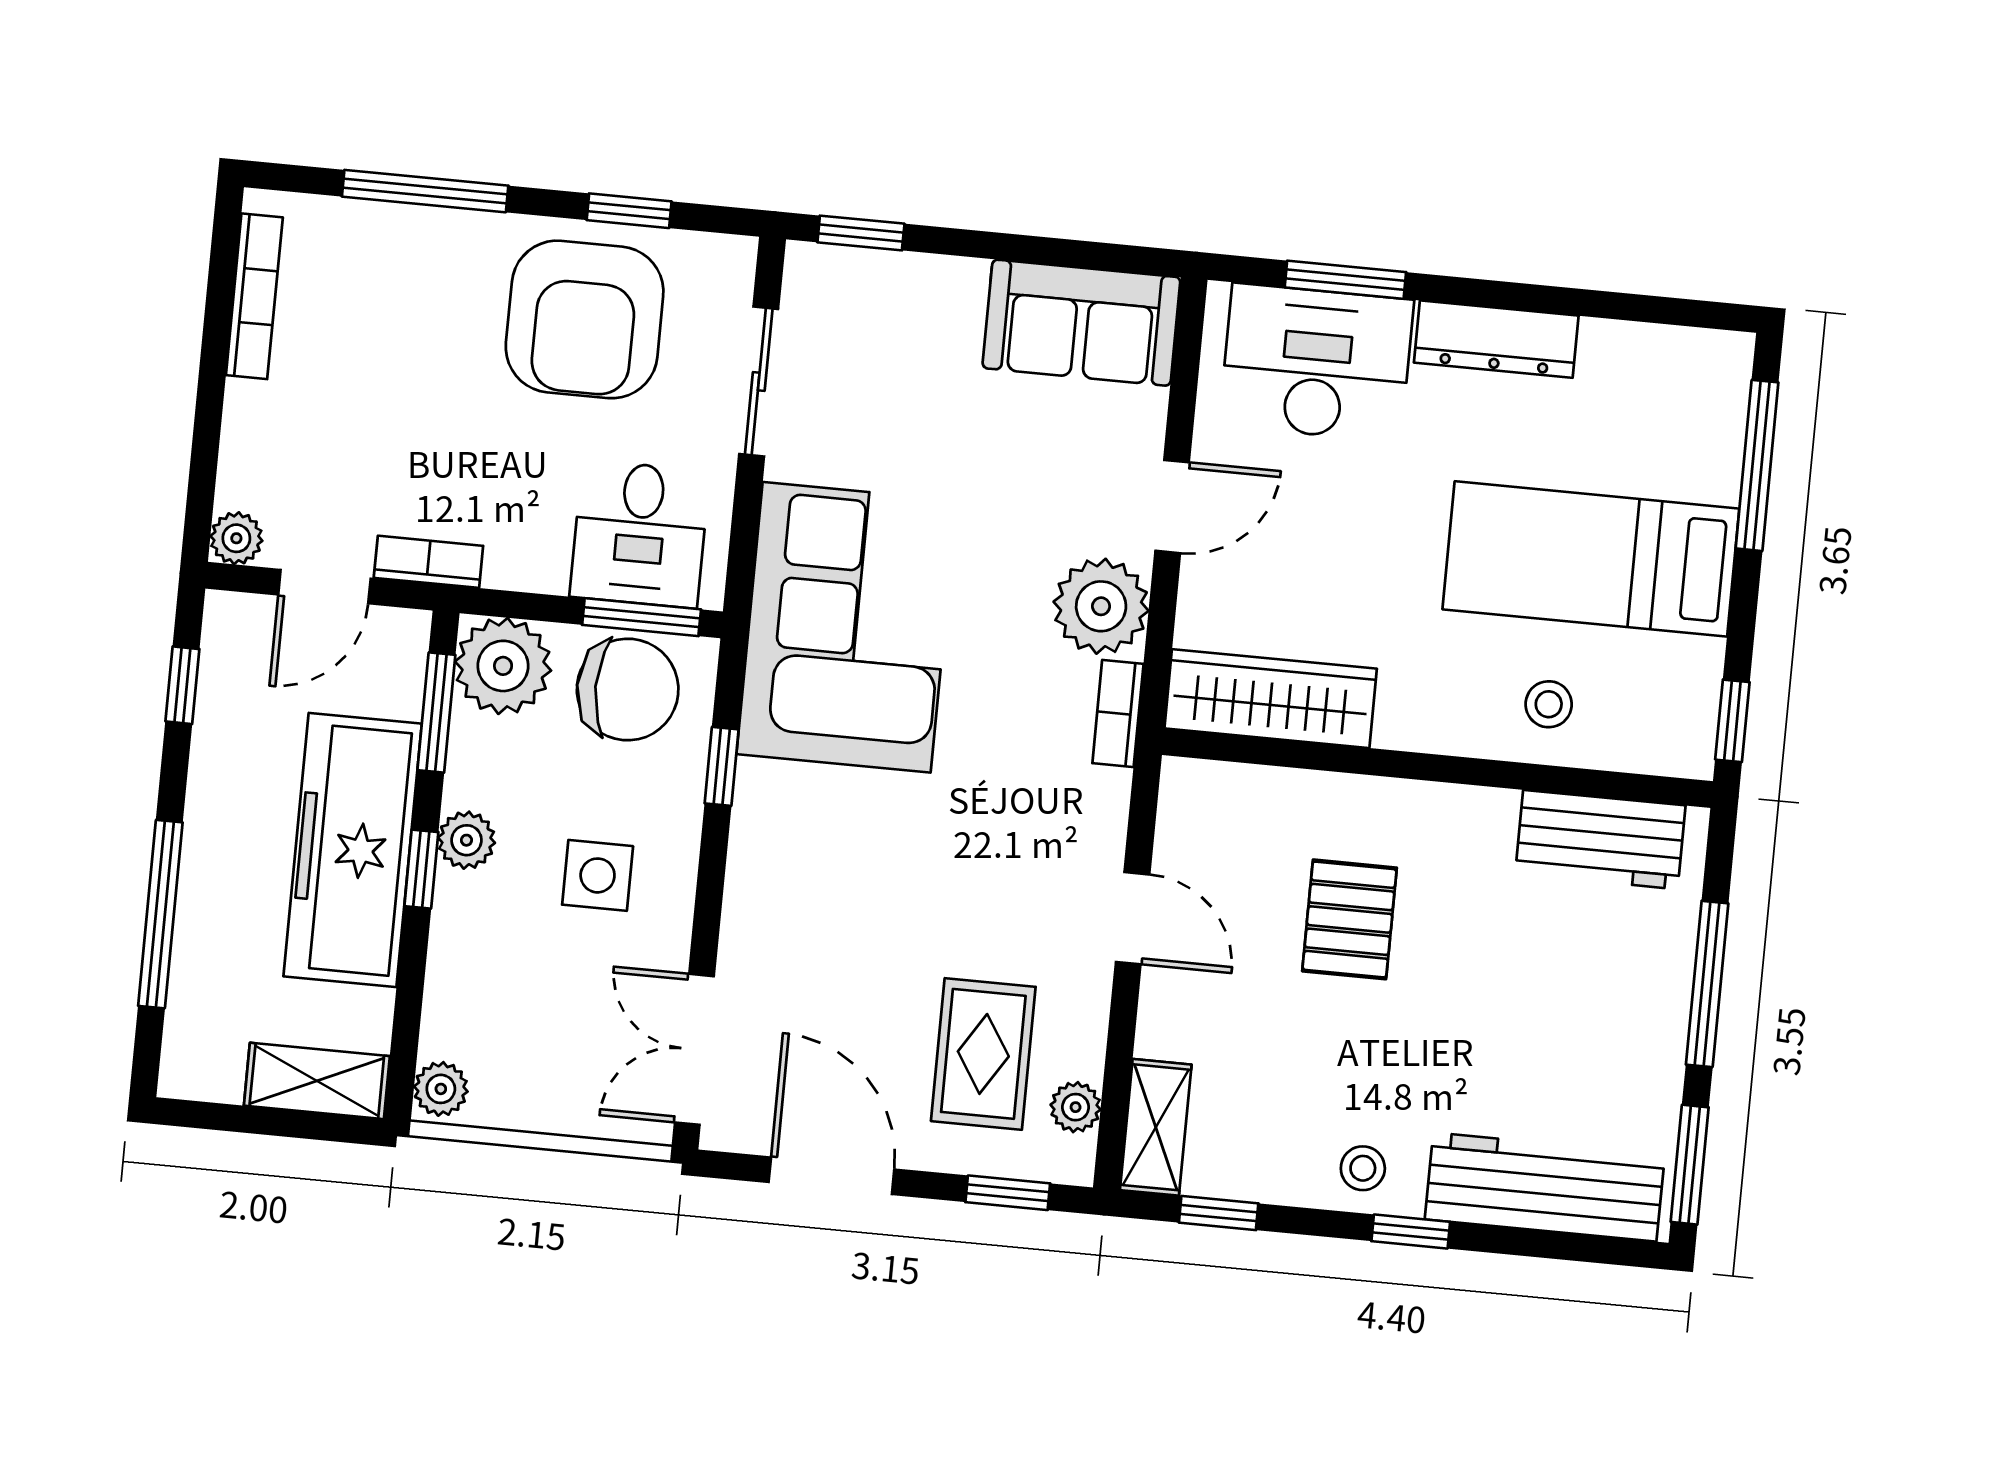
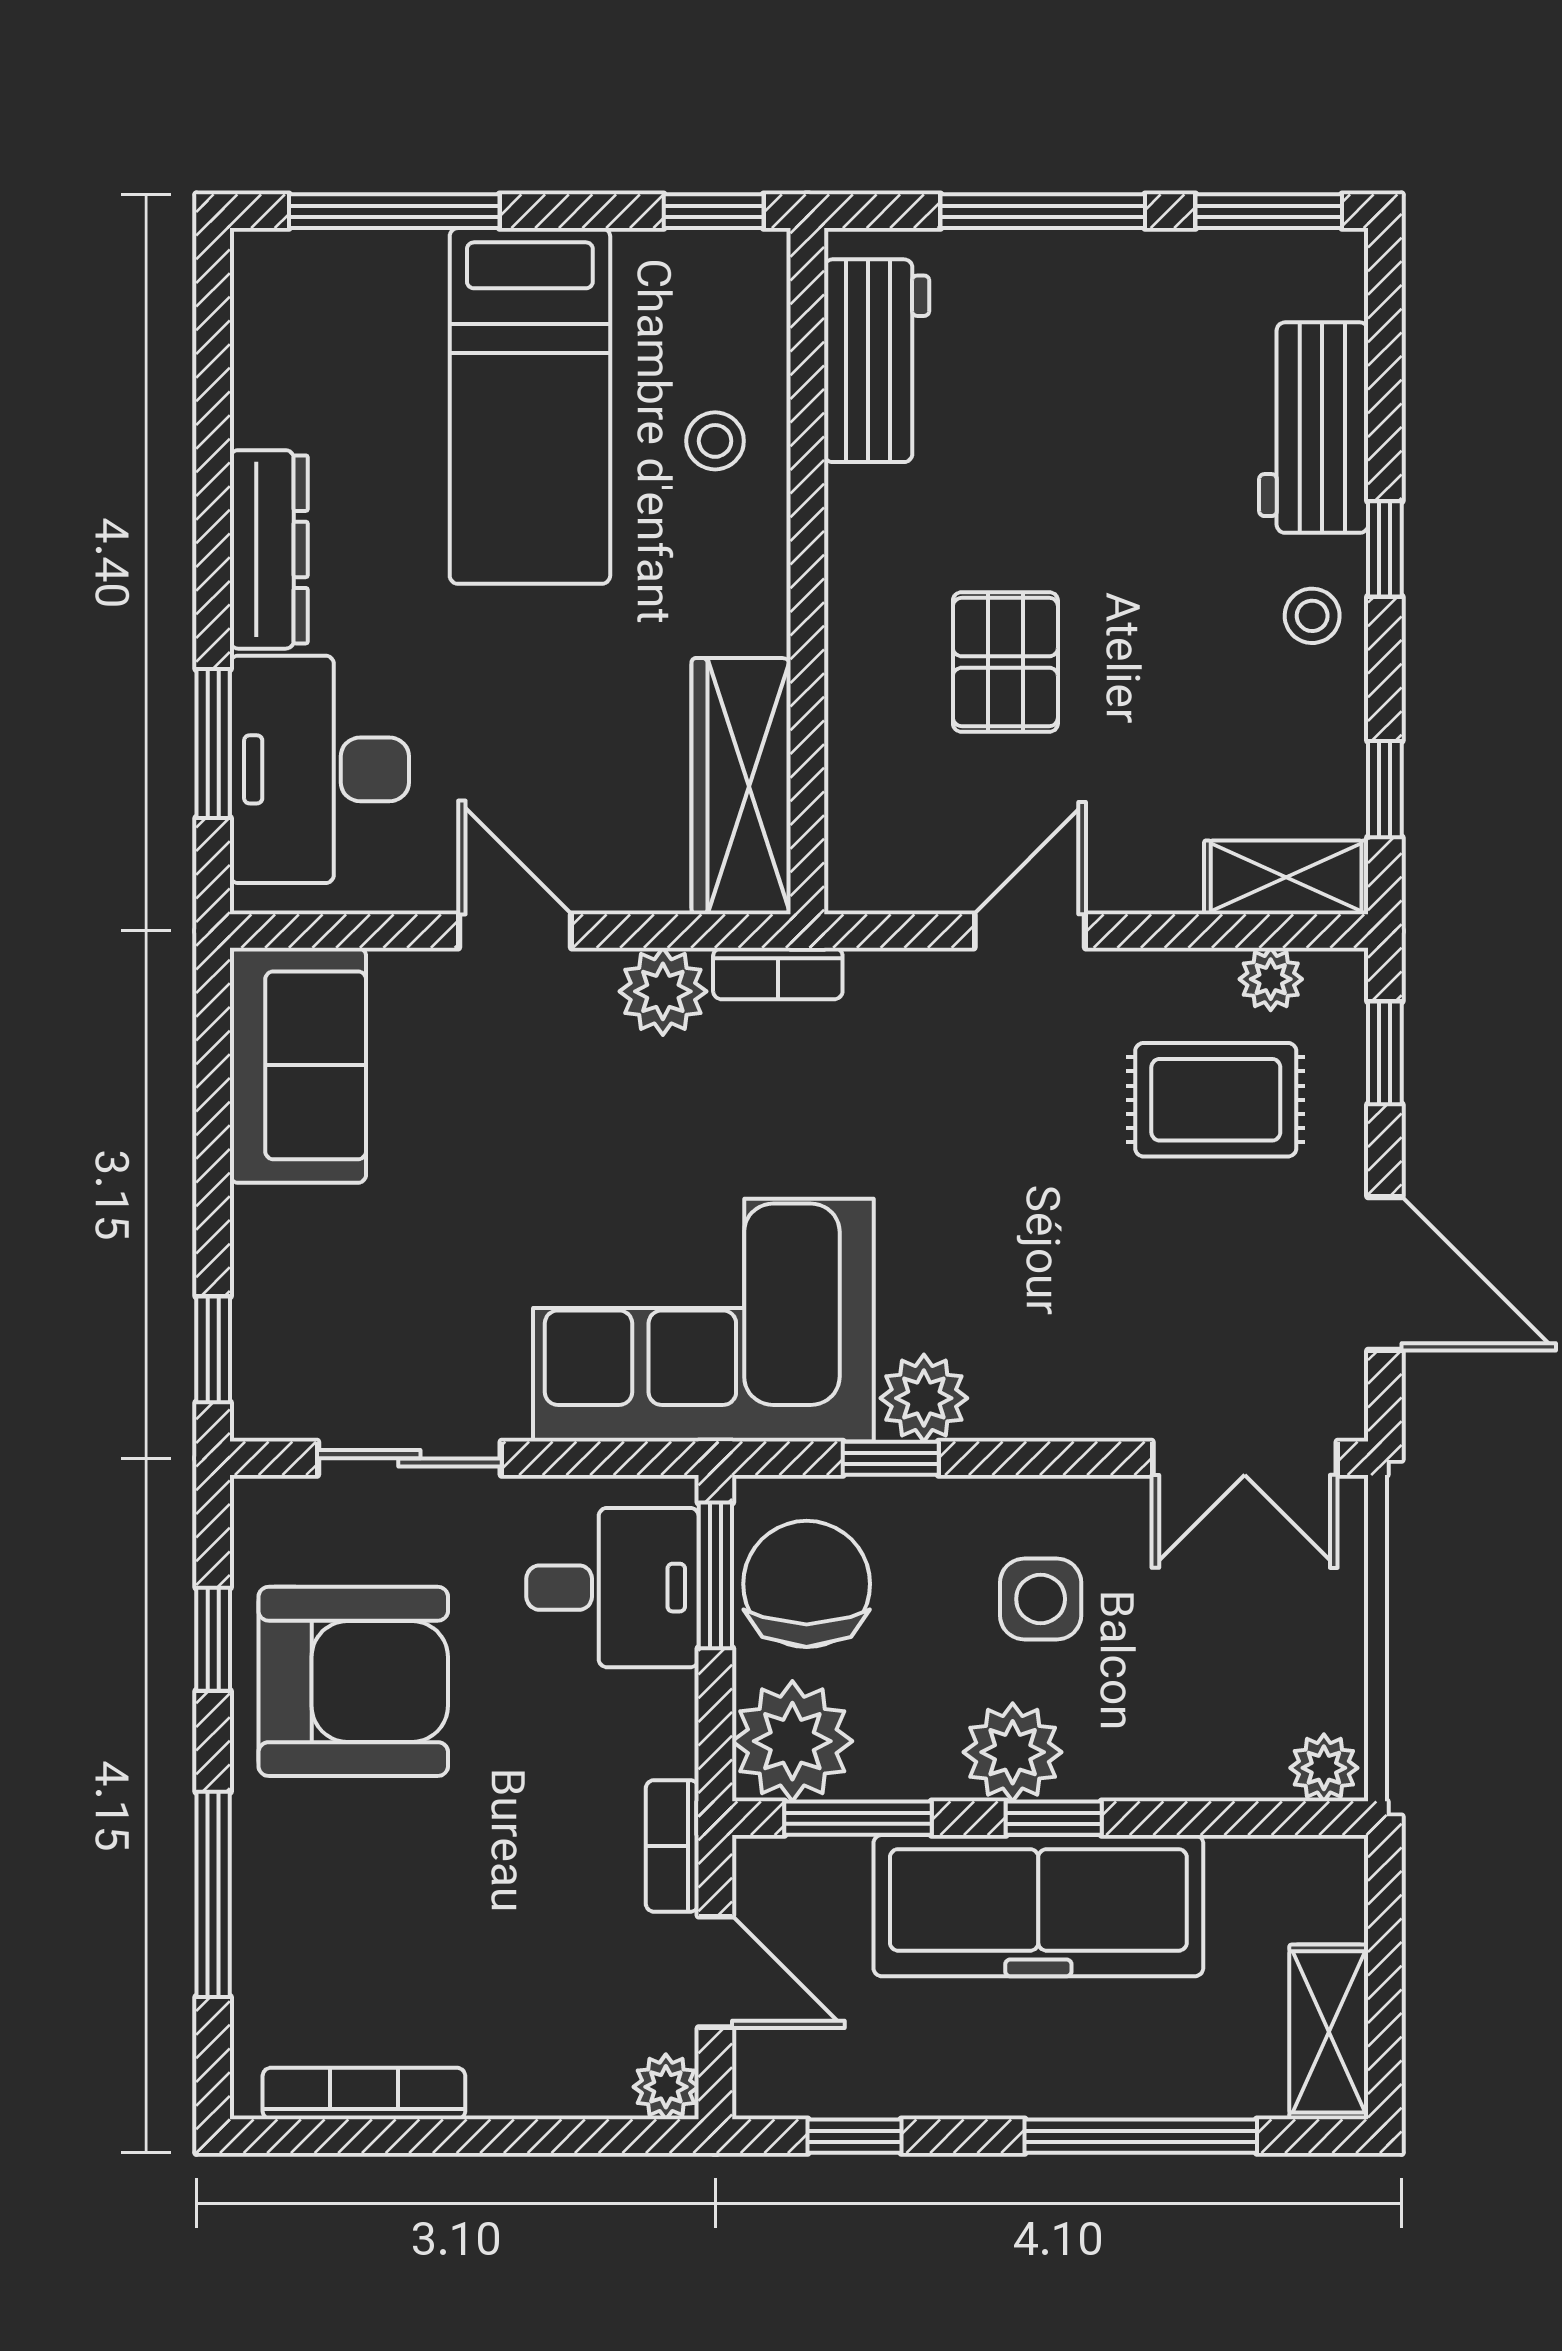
plant: (1101, 606) -> (663, 991), width x0.73, depth x0.73
plant: (767, 798) -> (924, 1398), added
plant: (466, 840) -> (1013, 1752), width x1.38, depth x1.38
pallet: (1350, 919) -> (1005, 662), turned 90
shelving: (317, 1081) -> (1329, 2032), moved
door: (831, 1176) -> (1385, 1273), swing flipped
workbench: (1545, 1187) -> (1314, 428), width x0.73

